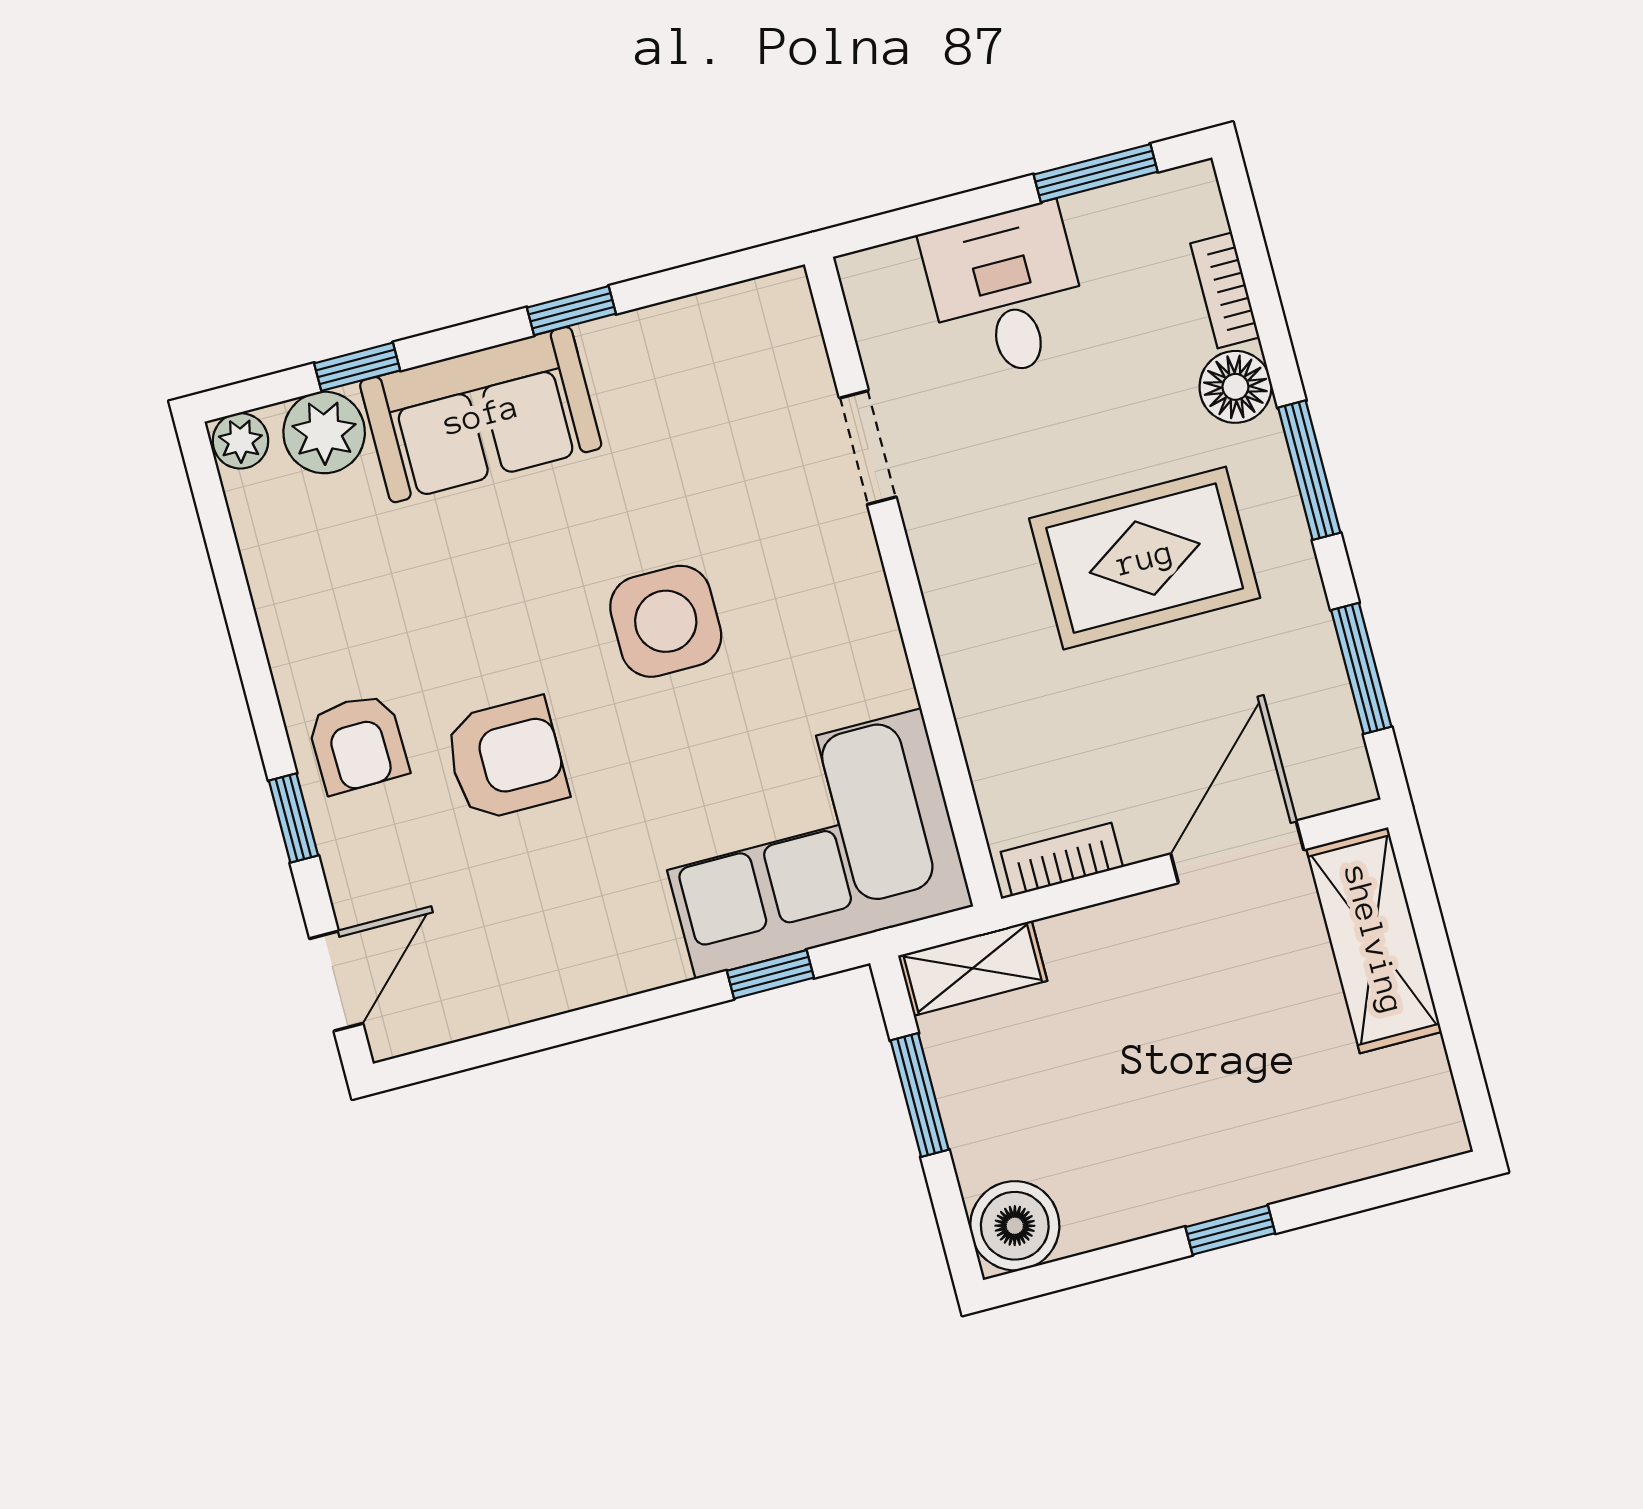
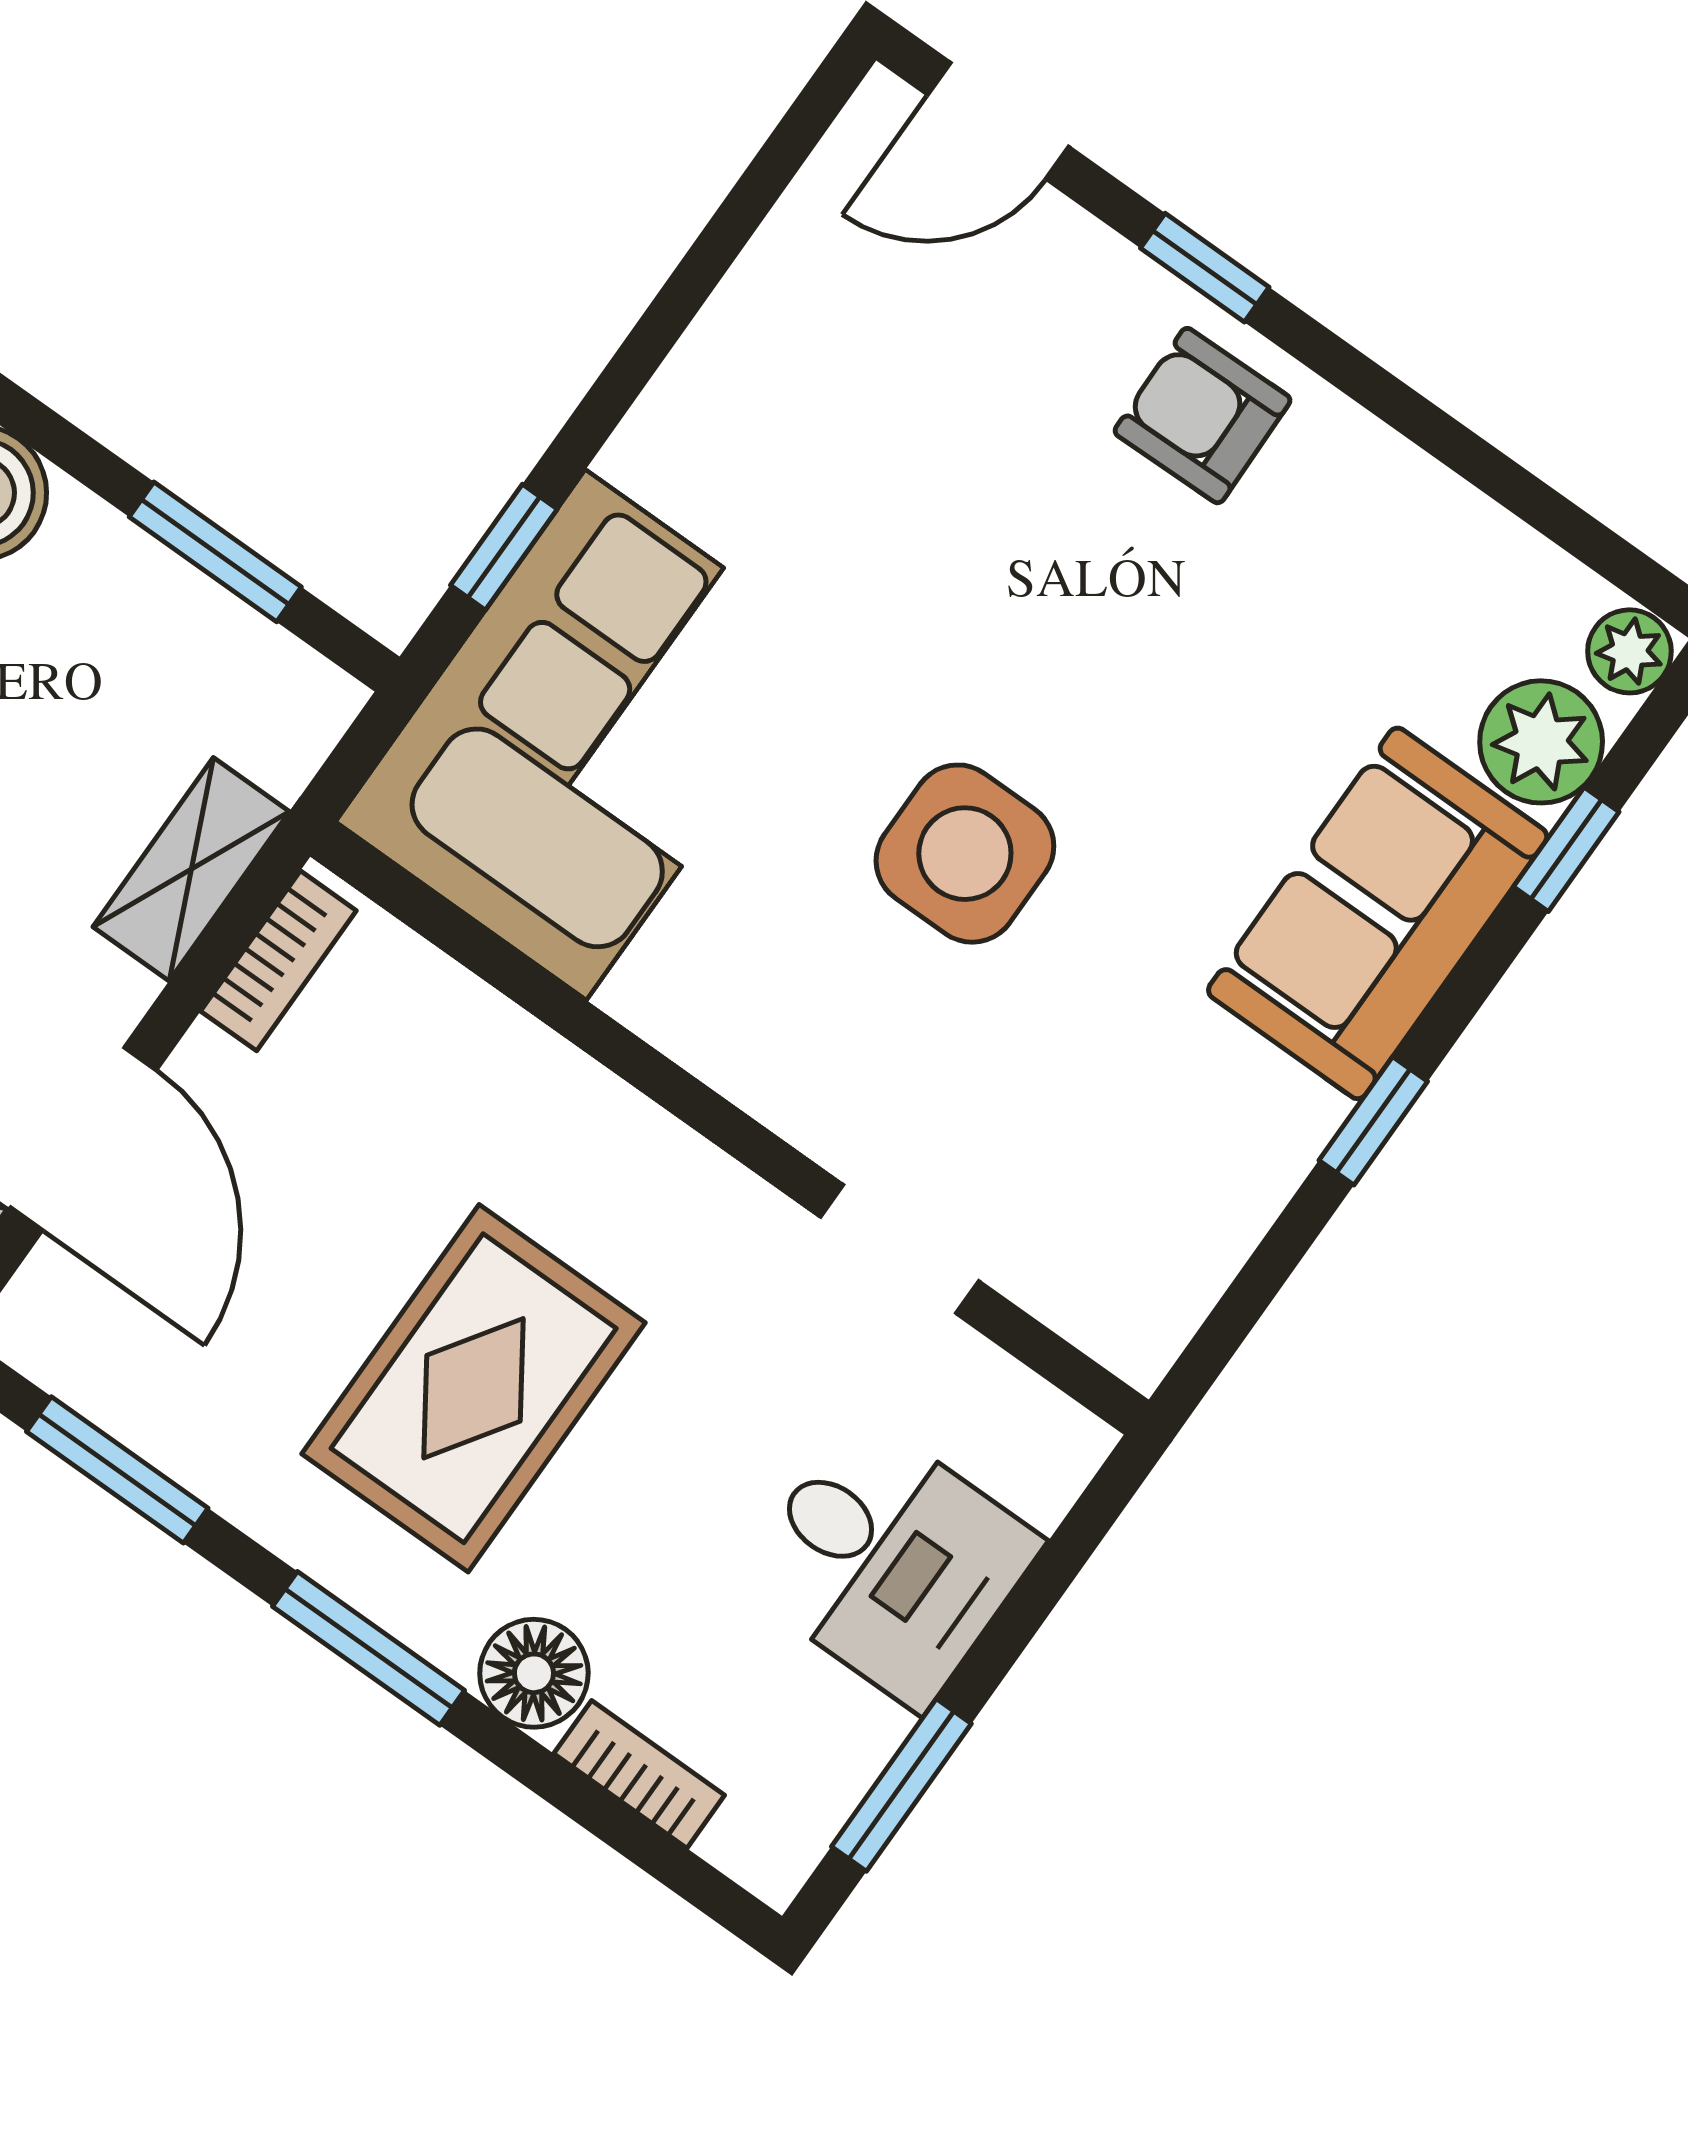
armchair: (506, 759) -> (1016, 541), removed
shelving: (973, 968) -> (191, 869), moved
door: (336, 981) -> (998, 121), hinge flipped

